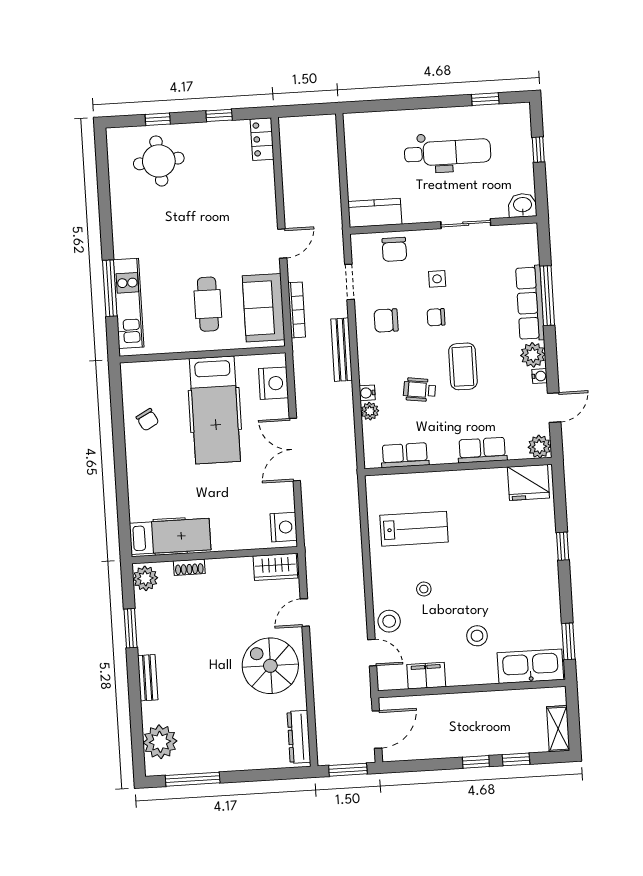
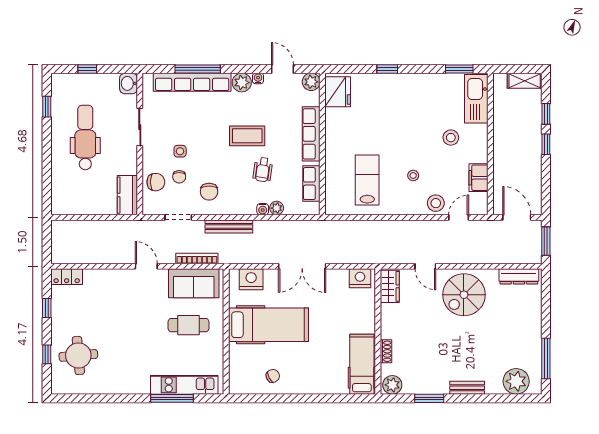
row of seats: (530, 303) -> (192, 82), width x1.36
chair: (436, 317) -> (179, 177), moved
row of seats: (482, 450) -> (311, 134), width x1.48

